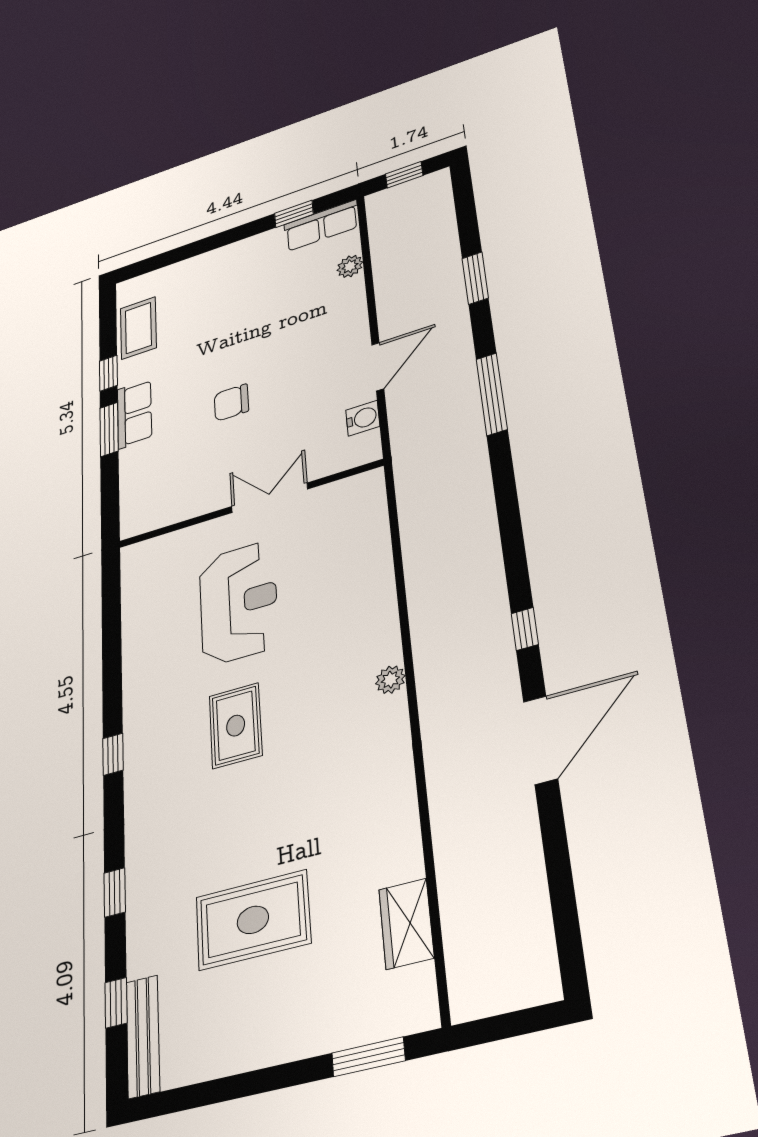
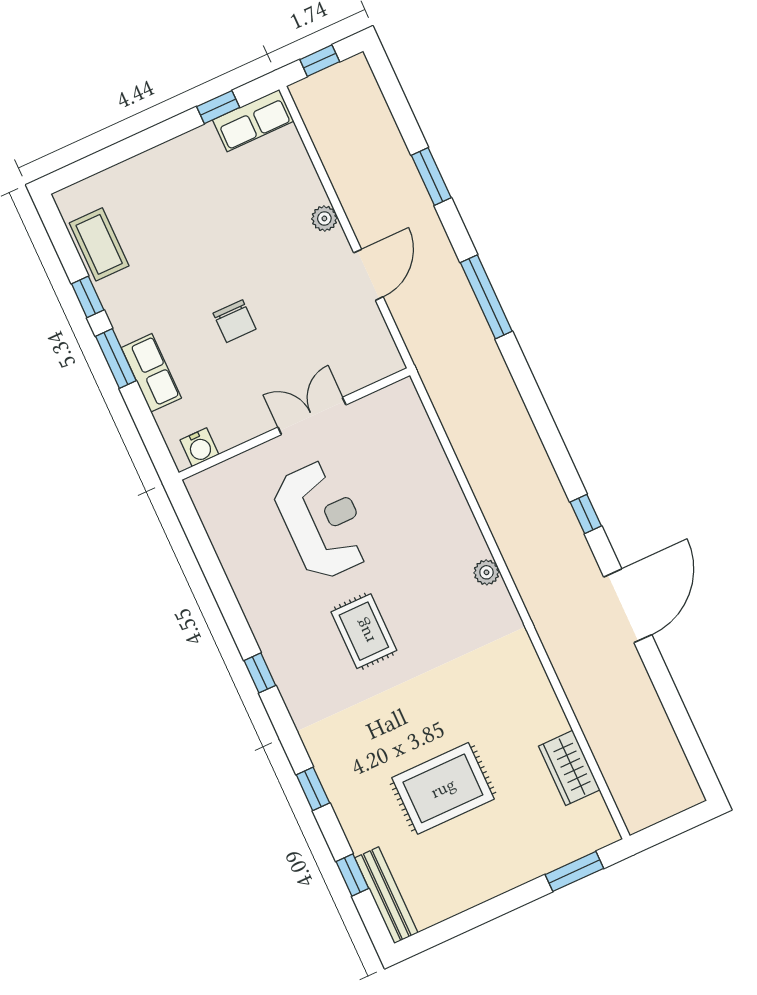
plant: (350, 266) -> (324, 218), moved
chair: (231, 403) -> (235, 321), turned -90
row of seats: (134, 414) -> (151, 373), moved
water cooler: (363, 418) -> (199, 447), moved, turned 90

